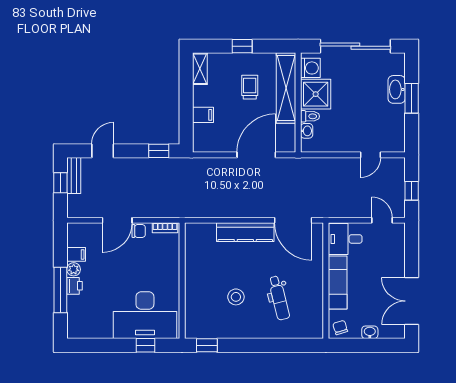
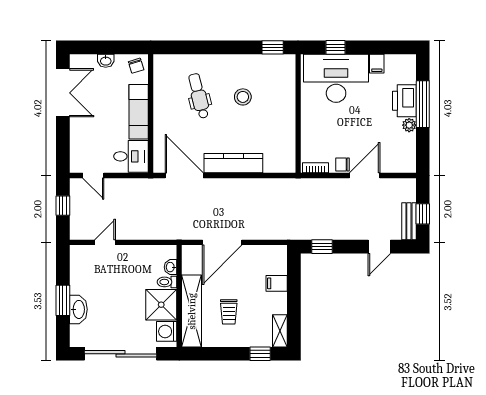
window: (242, 46) -> (260, 354), moved
filing cabinet: (76, 254) -> (377, 64), moved, turned -90
printer: (75, 286) -> (404, 101), width x1.87, depth x1.48

